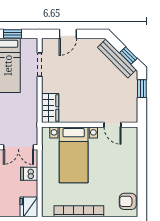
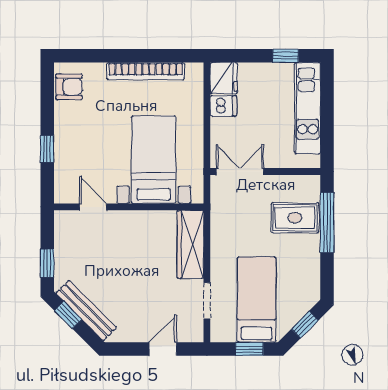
wardrobe: (50, 108) -> (190, 244), width x1.50
window: (142, 162) -> (47, 149), added
dishwasher: (29, 174) -> (223, 106), moved

